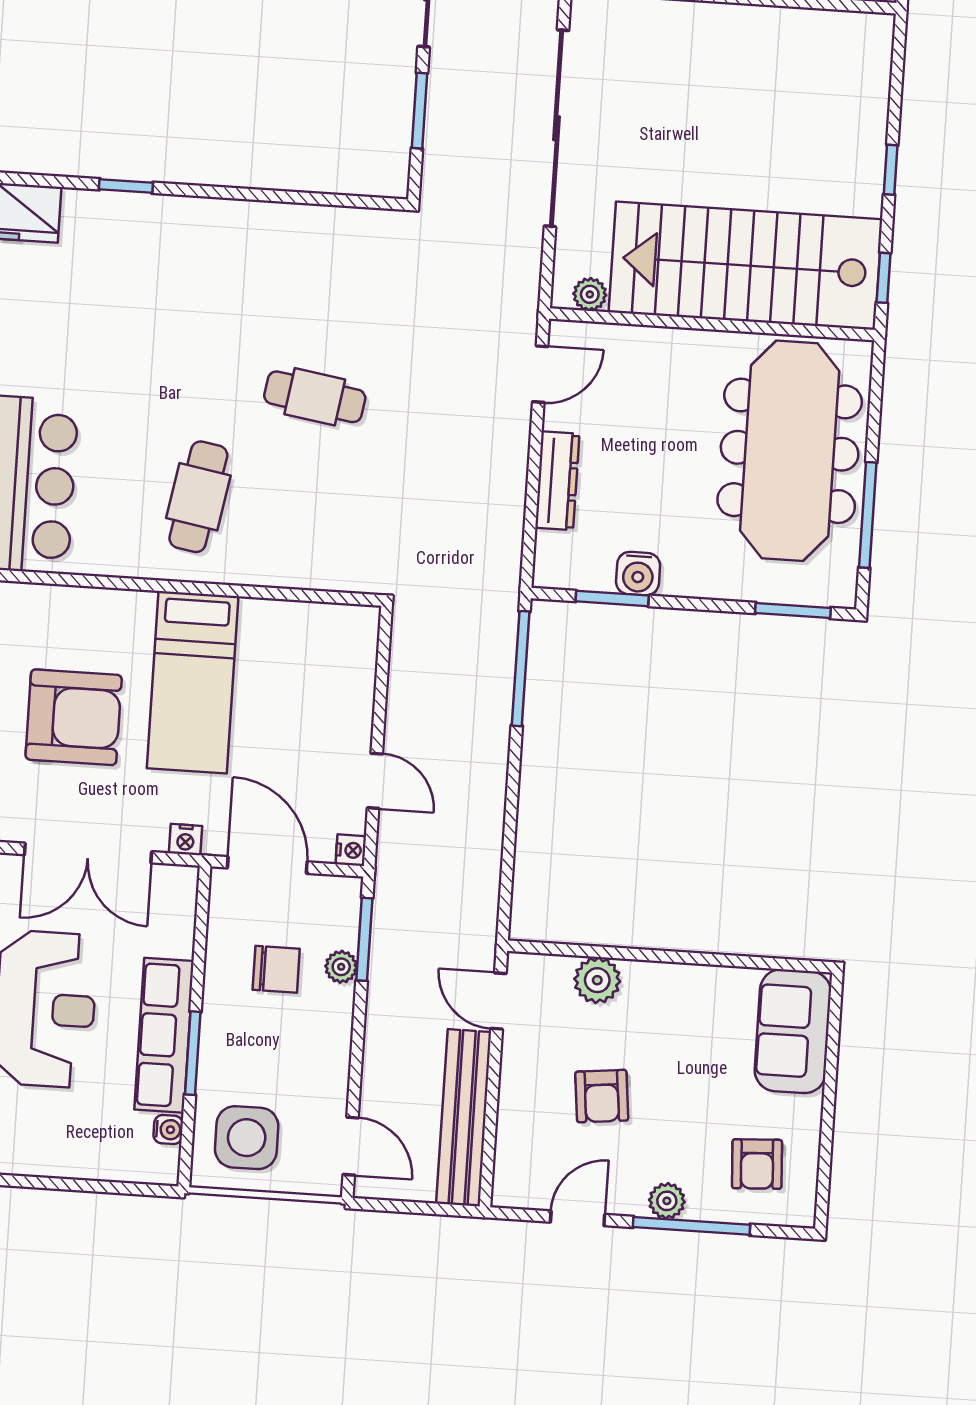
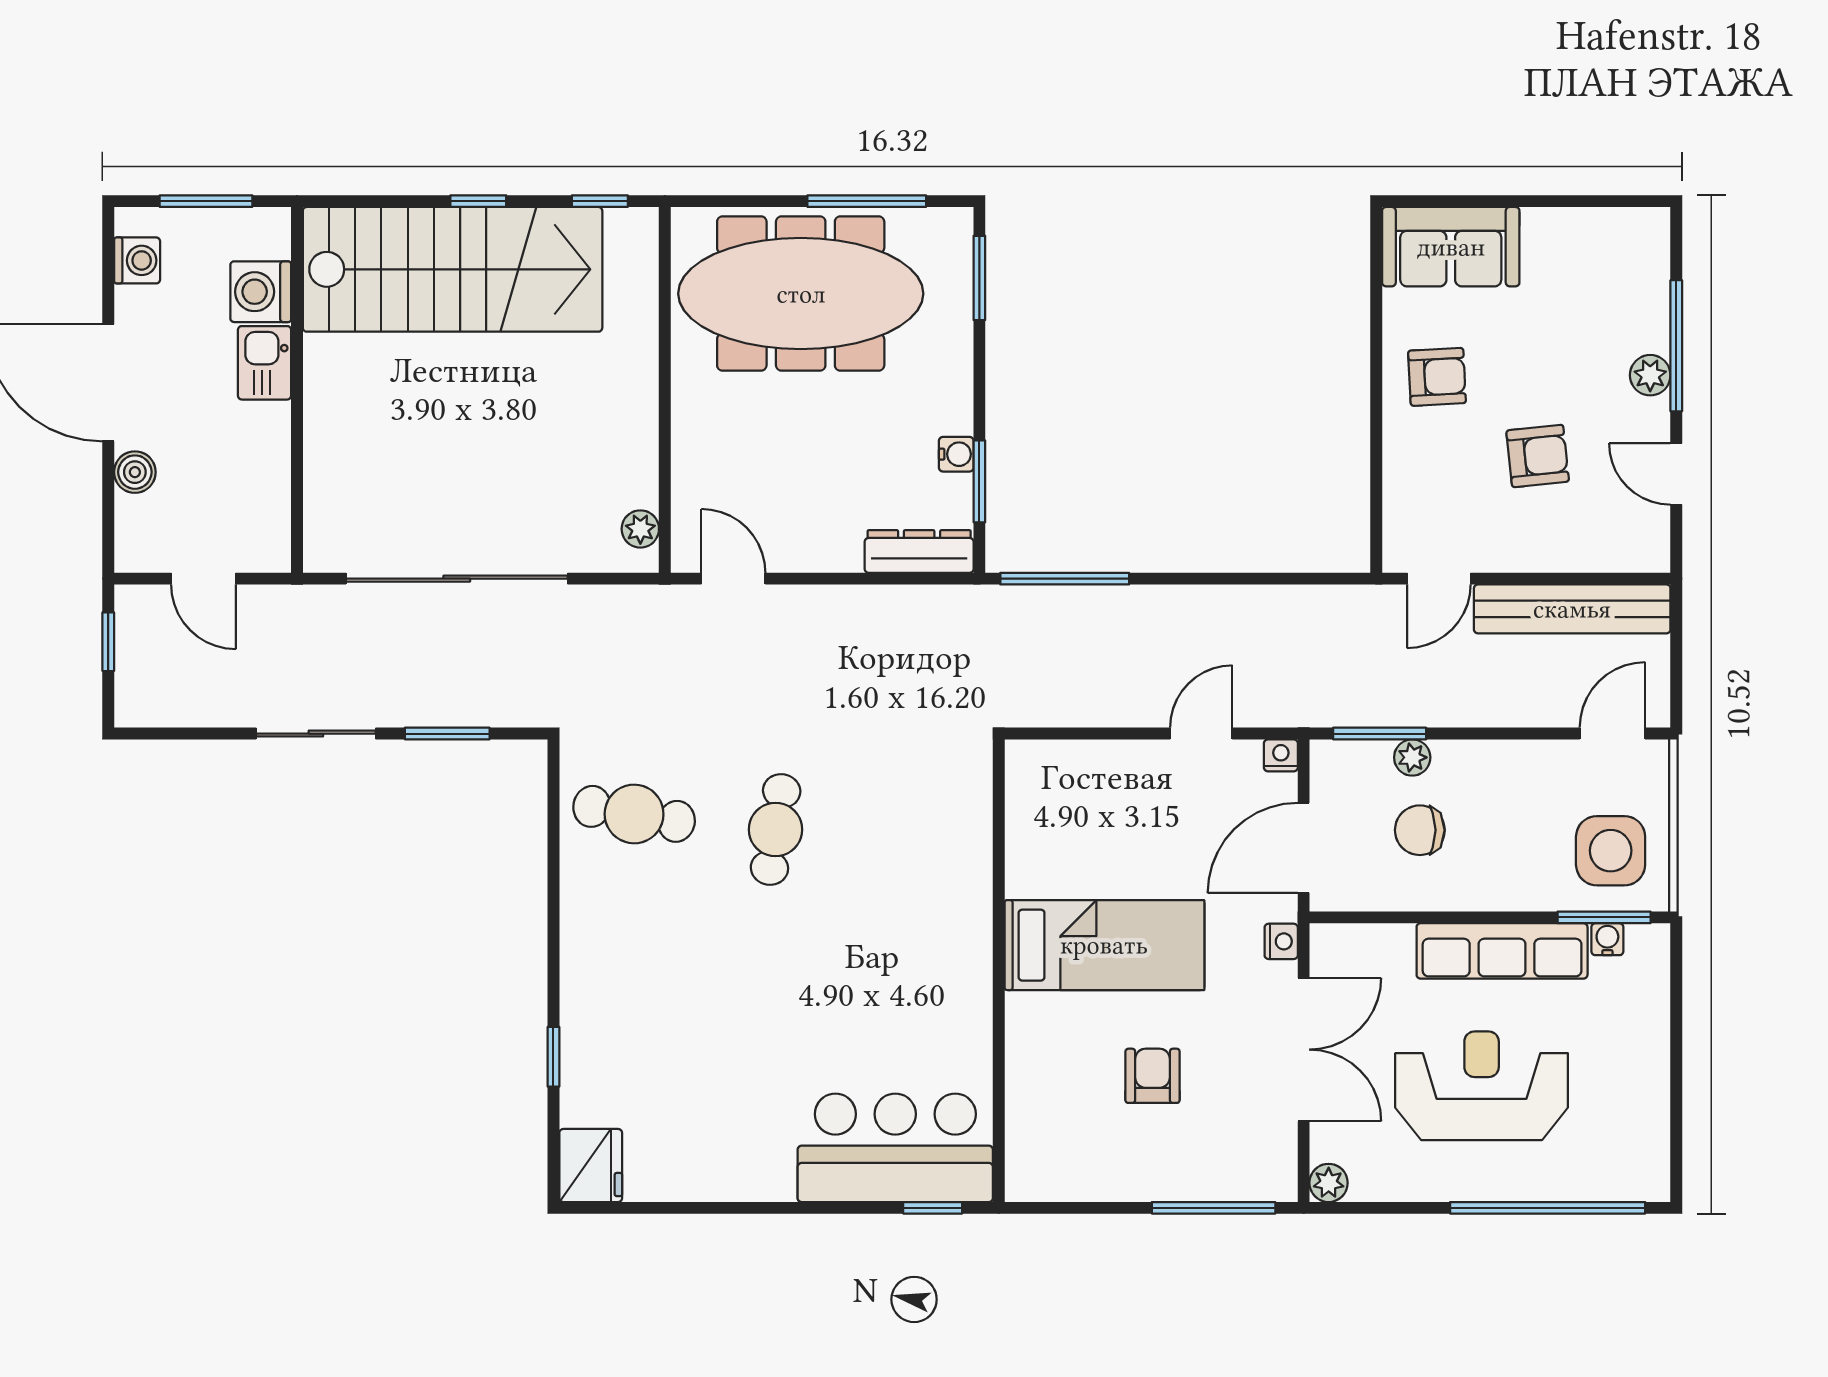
stairs: (745, 266) -> (453, 269), moved, turned -90
dresser: (557, 481) -> (919, 552), moved
cafe table: (198, 497) -> (634, 814), moved
water cooler: (638, 574) -> (956, 454), width x0.72, depth x0.72
armchair: (74, 717) -> (1153, 1076), width x0.53, depth x0.53
chair: (276, 969) -> (1420, 830), turned -90
plant: (597, 980) -> (1408, 470), removed
window: (193, 1053) -> (1604, 917), moved
armchair: (757, 1164) -> (1437, 377), moved

